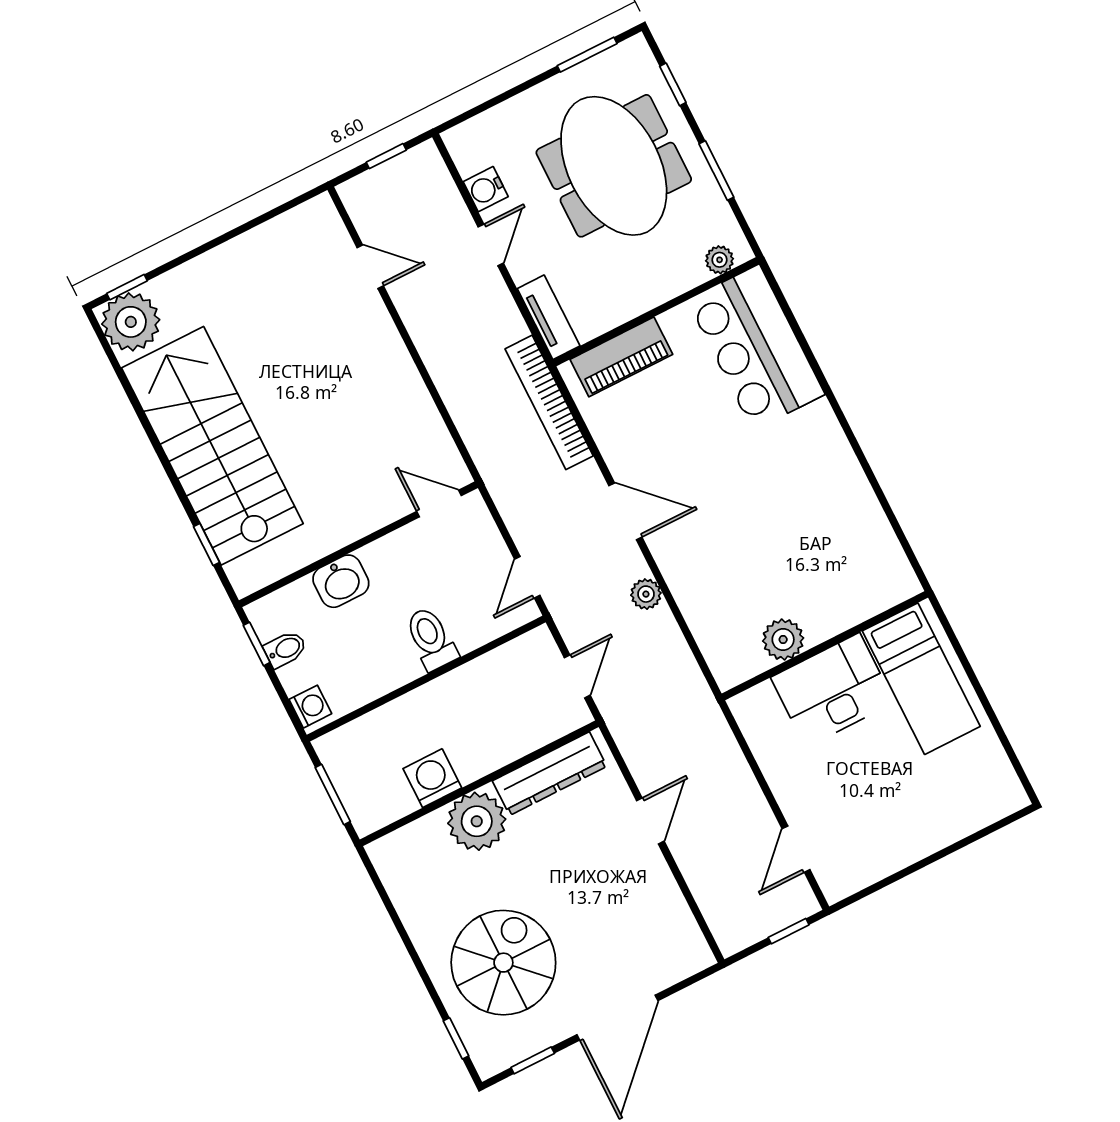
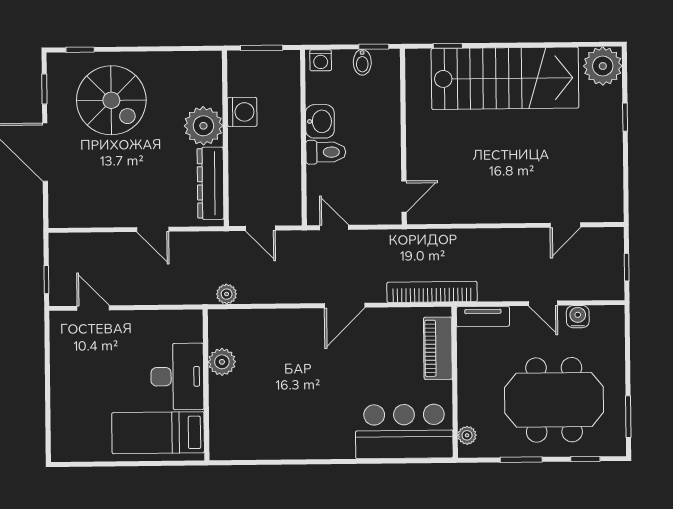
window: (127, 287) -> (625, 117), moved
washbasin: (341, 581) -> (320, 121), moved, turned 180
plant: (646, 594) -> (227, 294), moved

